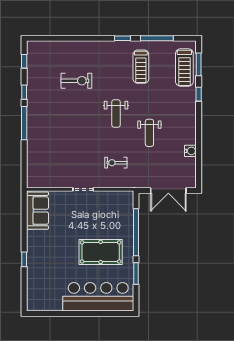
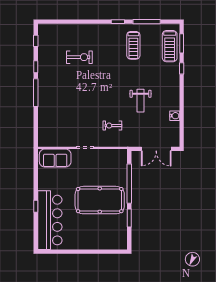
weight bench: (116, 113) -> (113, 84), removed
sofa: (37, 211) -> (55, 158), moved, turned 90
pool table: (101, 252) -> (100, 200), width x1.36, depth x1.32
bar counter: (98, 297) -> (50, 220), moved, turned 90

